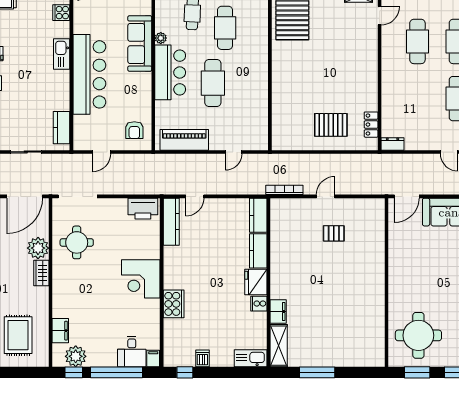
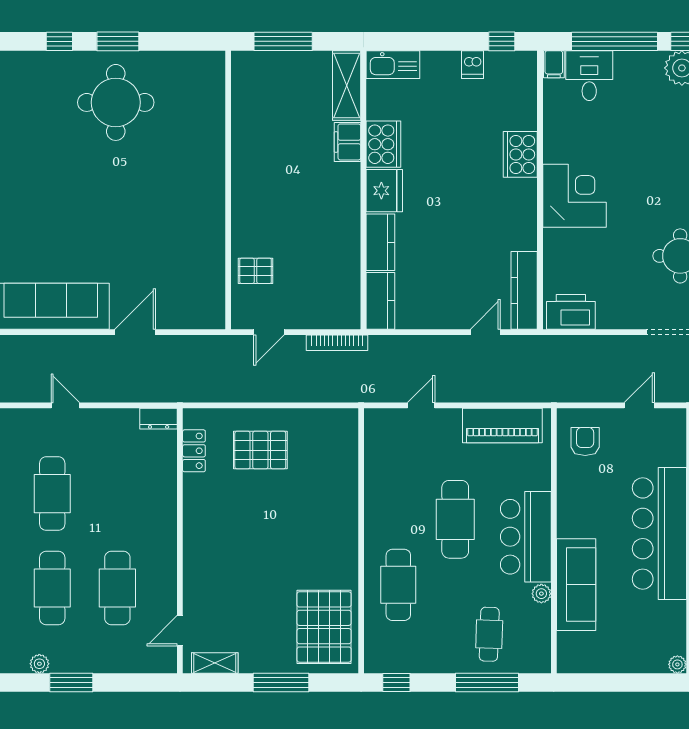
cafe table: (225, 28) -> (398, 585), moved
wall: (386, 282) -> (228, 190), moved
cooker: (259, 304) -> (383, 144), width x1.87, depth x1.31

